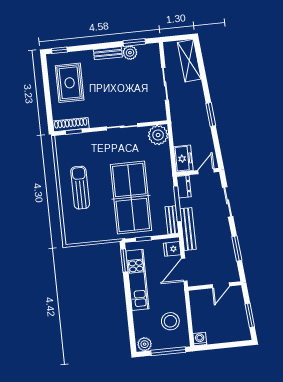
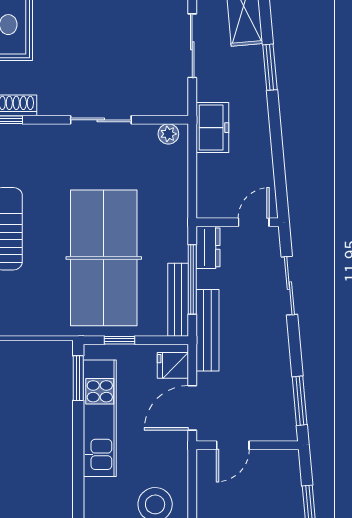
window: (211, 114) -> (270, 67), moved
plant: (158, 135) -> (168, 134), width x0.53, depth x0.53
freezer: (183, 159) -> (212, 128), moved
bench: (172, 220) -> (178, 300), width x1.36
window: (237, 249) -> (300, 401), moved
door: (221, 285) -> (233, 445), moved

